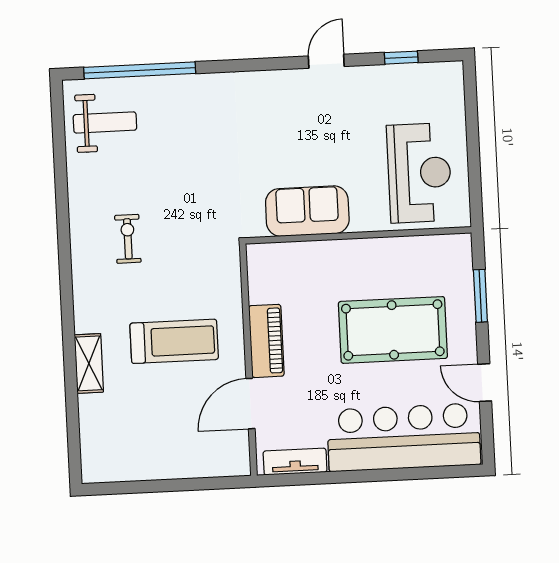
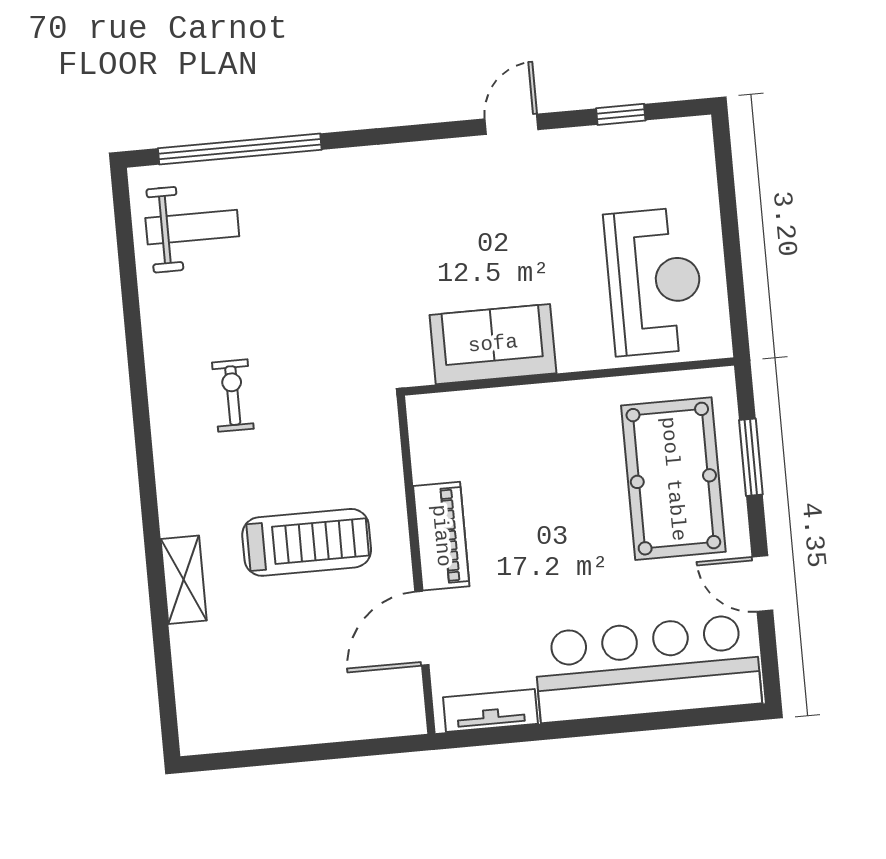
pool table: (393, 330) -> (673, 479), moved, turned 90

